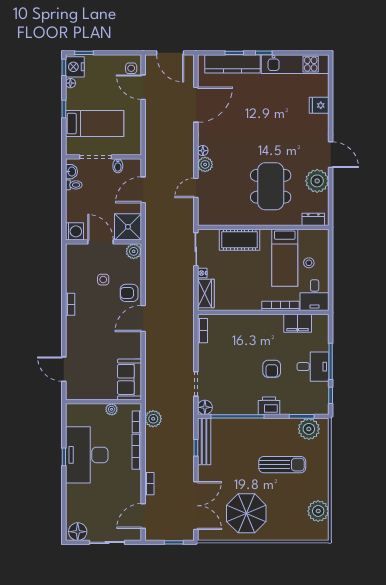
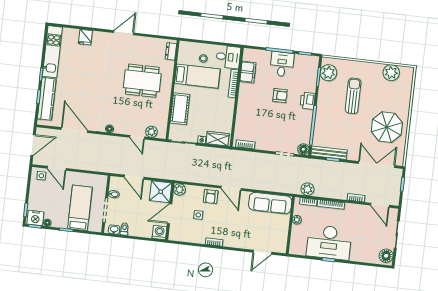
door: (143, 87) -> (57, 168), hinge flipped
plant: (205, 164) -> (151, 132), moved
plant: (317, 181) -> (142, 45), removed
sofa: (129, 379) -> (270, 203), width x1.36

